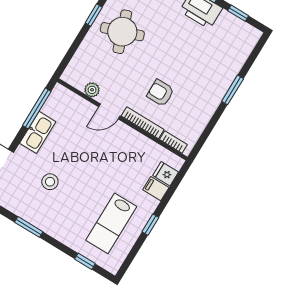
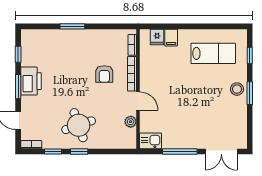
window: (37, 108) -> (180, 151), moved
kitchen sink: (38, 132) -> (151, 141), moved, width x0.73
stool: (50, 182) -> (237, 89), moved
window: (150, 225) -> (198, 26), removed
window: (29, 227) -> (250, 93), moved

